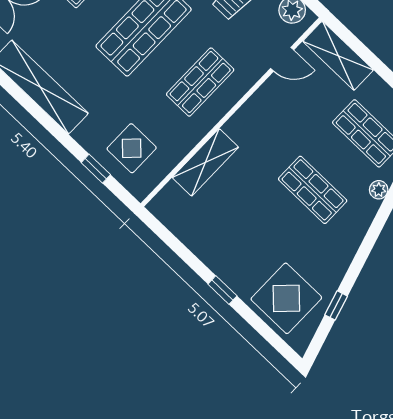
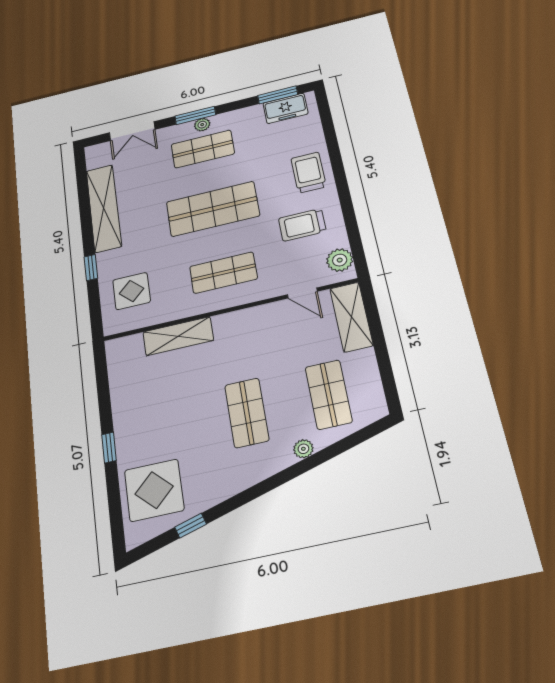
window: (96, 169) -> (91, 268), moved

